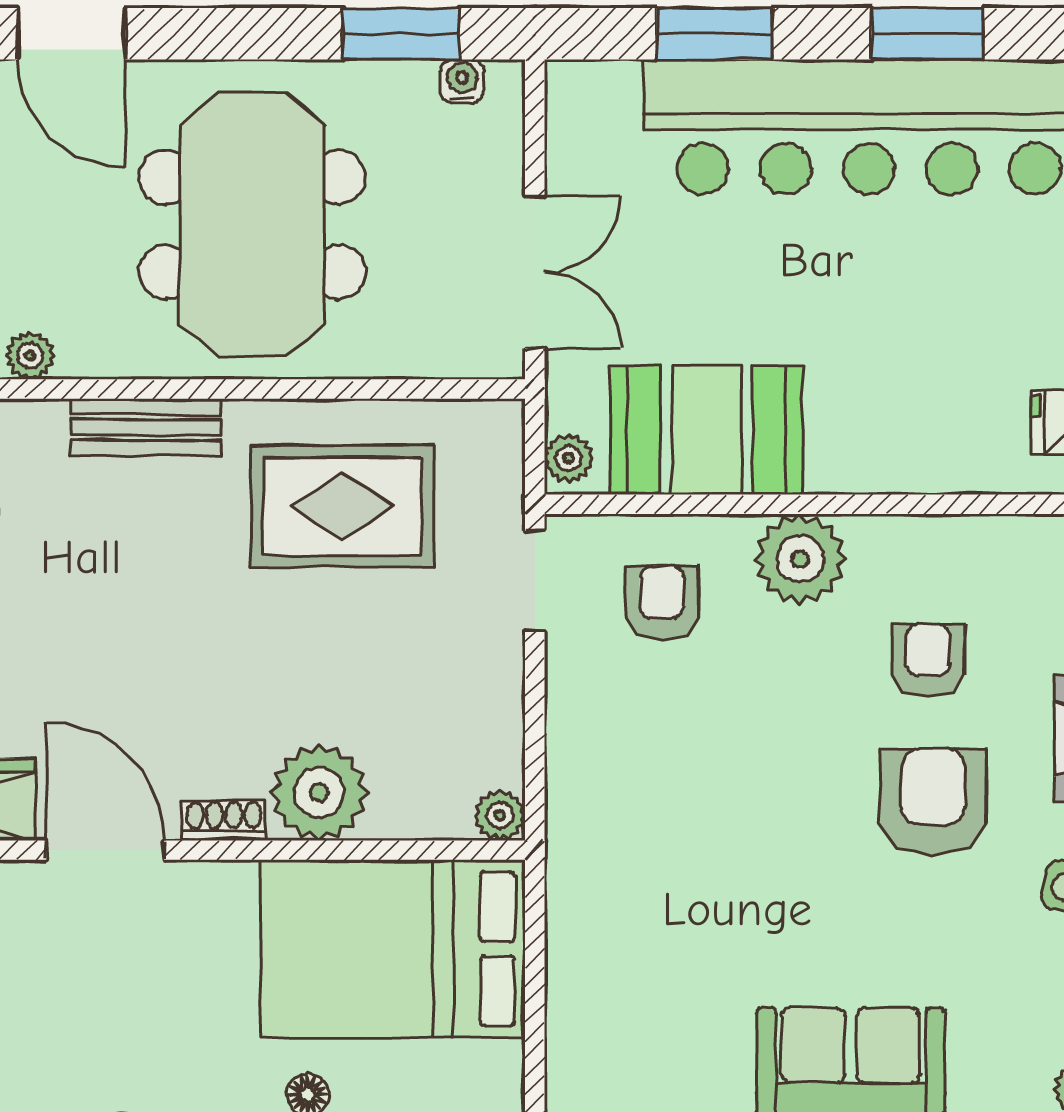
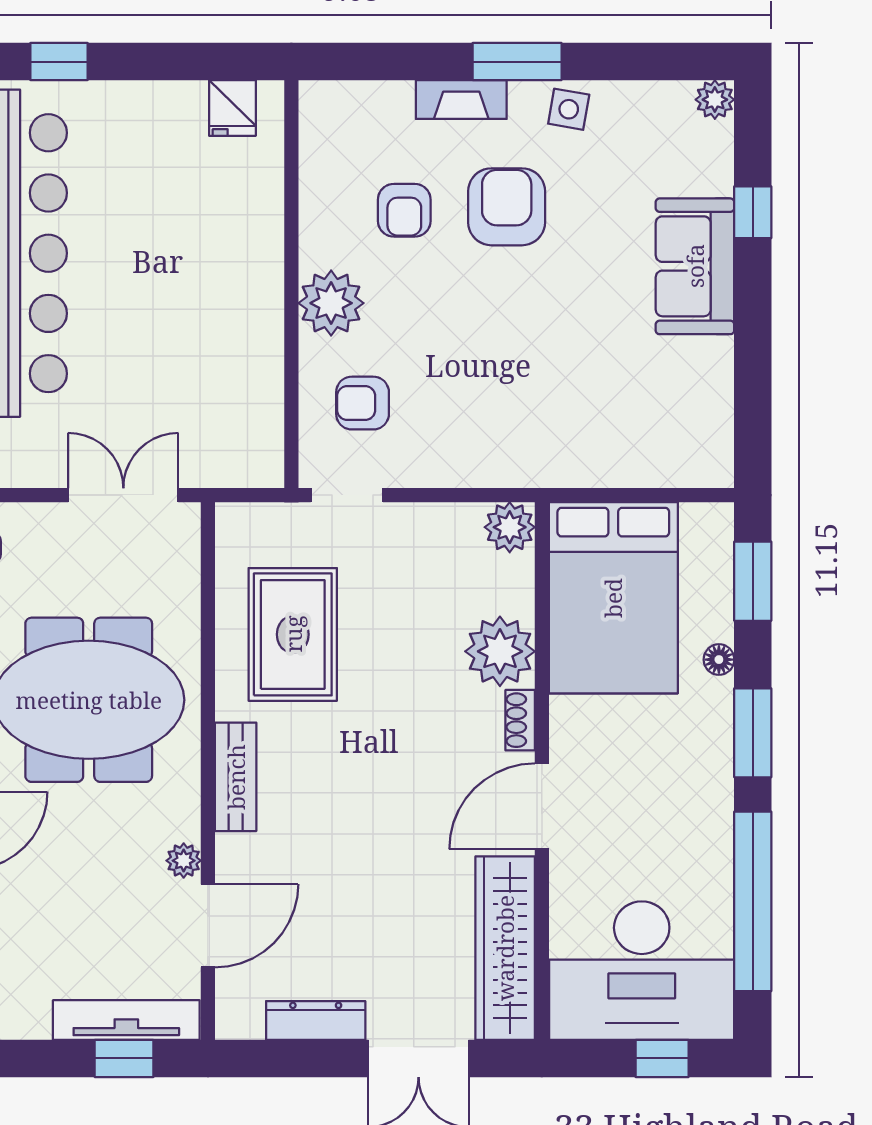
booth: (706, 430) -> (238, 371), removed
plant: (569, 458) -> (258, 471), removed
armchair: (928, 660) -> (404, 210), turned -90
armchair: (933, 802) -> (507, 207), turned 90
plant: (500, 815) -> (510, 527), width x1.38, depth x1.38

